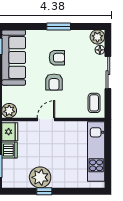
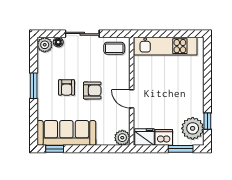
armchair: (57, 58) -> (67, 87), turned 180
plant: (40, 177) -> (193, 128), moved
window: (44, 191) -> (207, 121), moved

